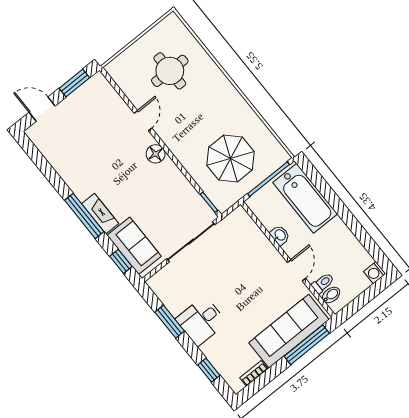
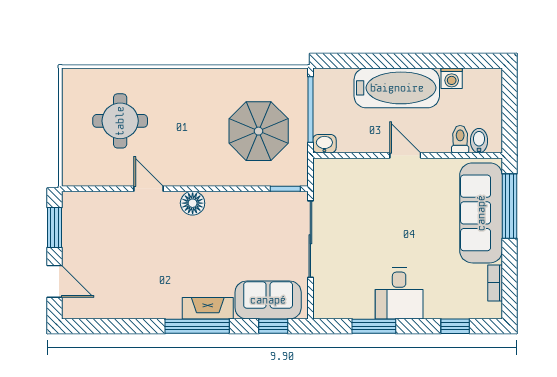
door: (42, 109) -> (54, 281), swing flipped
bathtub: (305, 198) -> (397, 88), moved
washbasin: (280, 235) -> (324, 144), moved
door: (297, 270) -> (405, 156), moved
washing machine: (375, 273) -> (452, 78), moved

